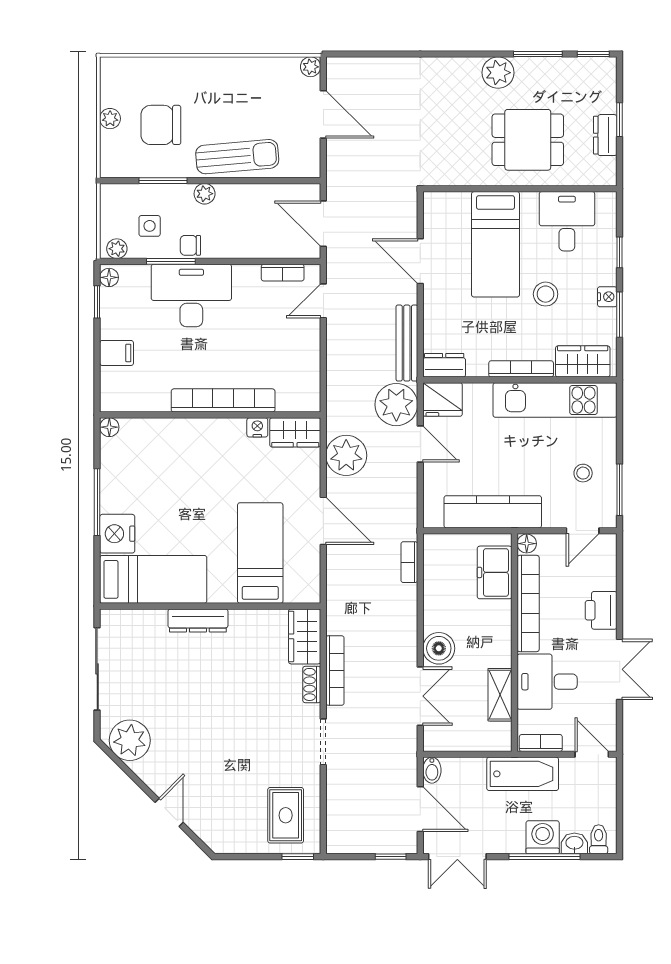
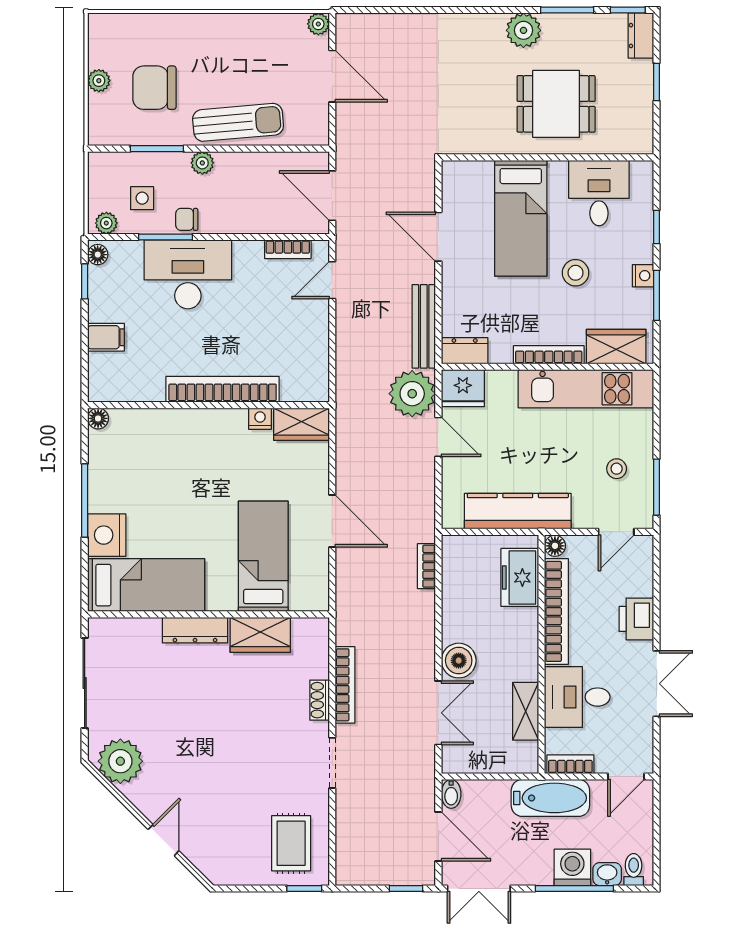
dresser: (605, 135) -> (641, 36), moved
plant: (346, 455) -> (357, 449), removed
wardrobe: (305, 636) -> (260, 635), moved, turned -90
door: (592, 754) -> (626, 777), swing flipped

